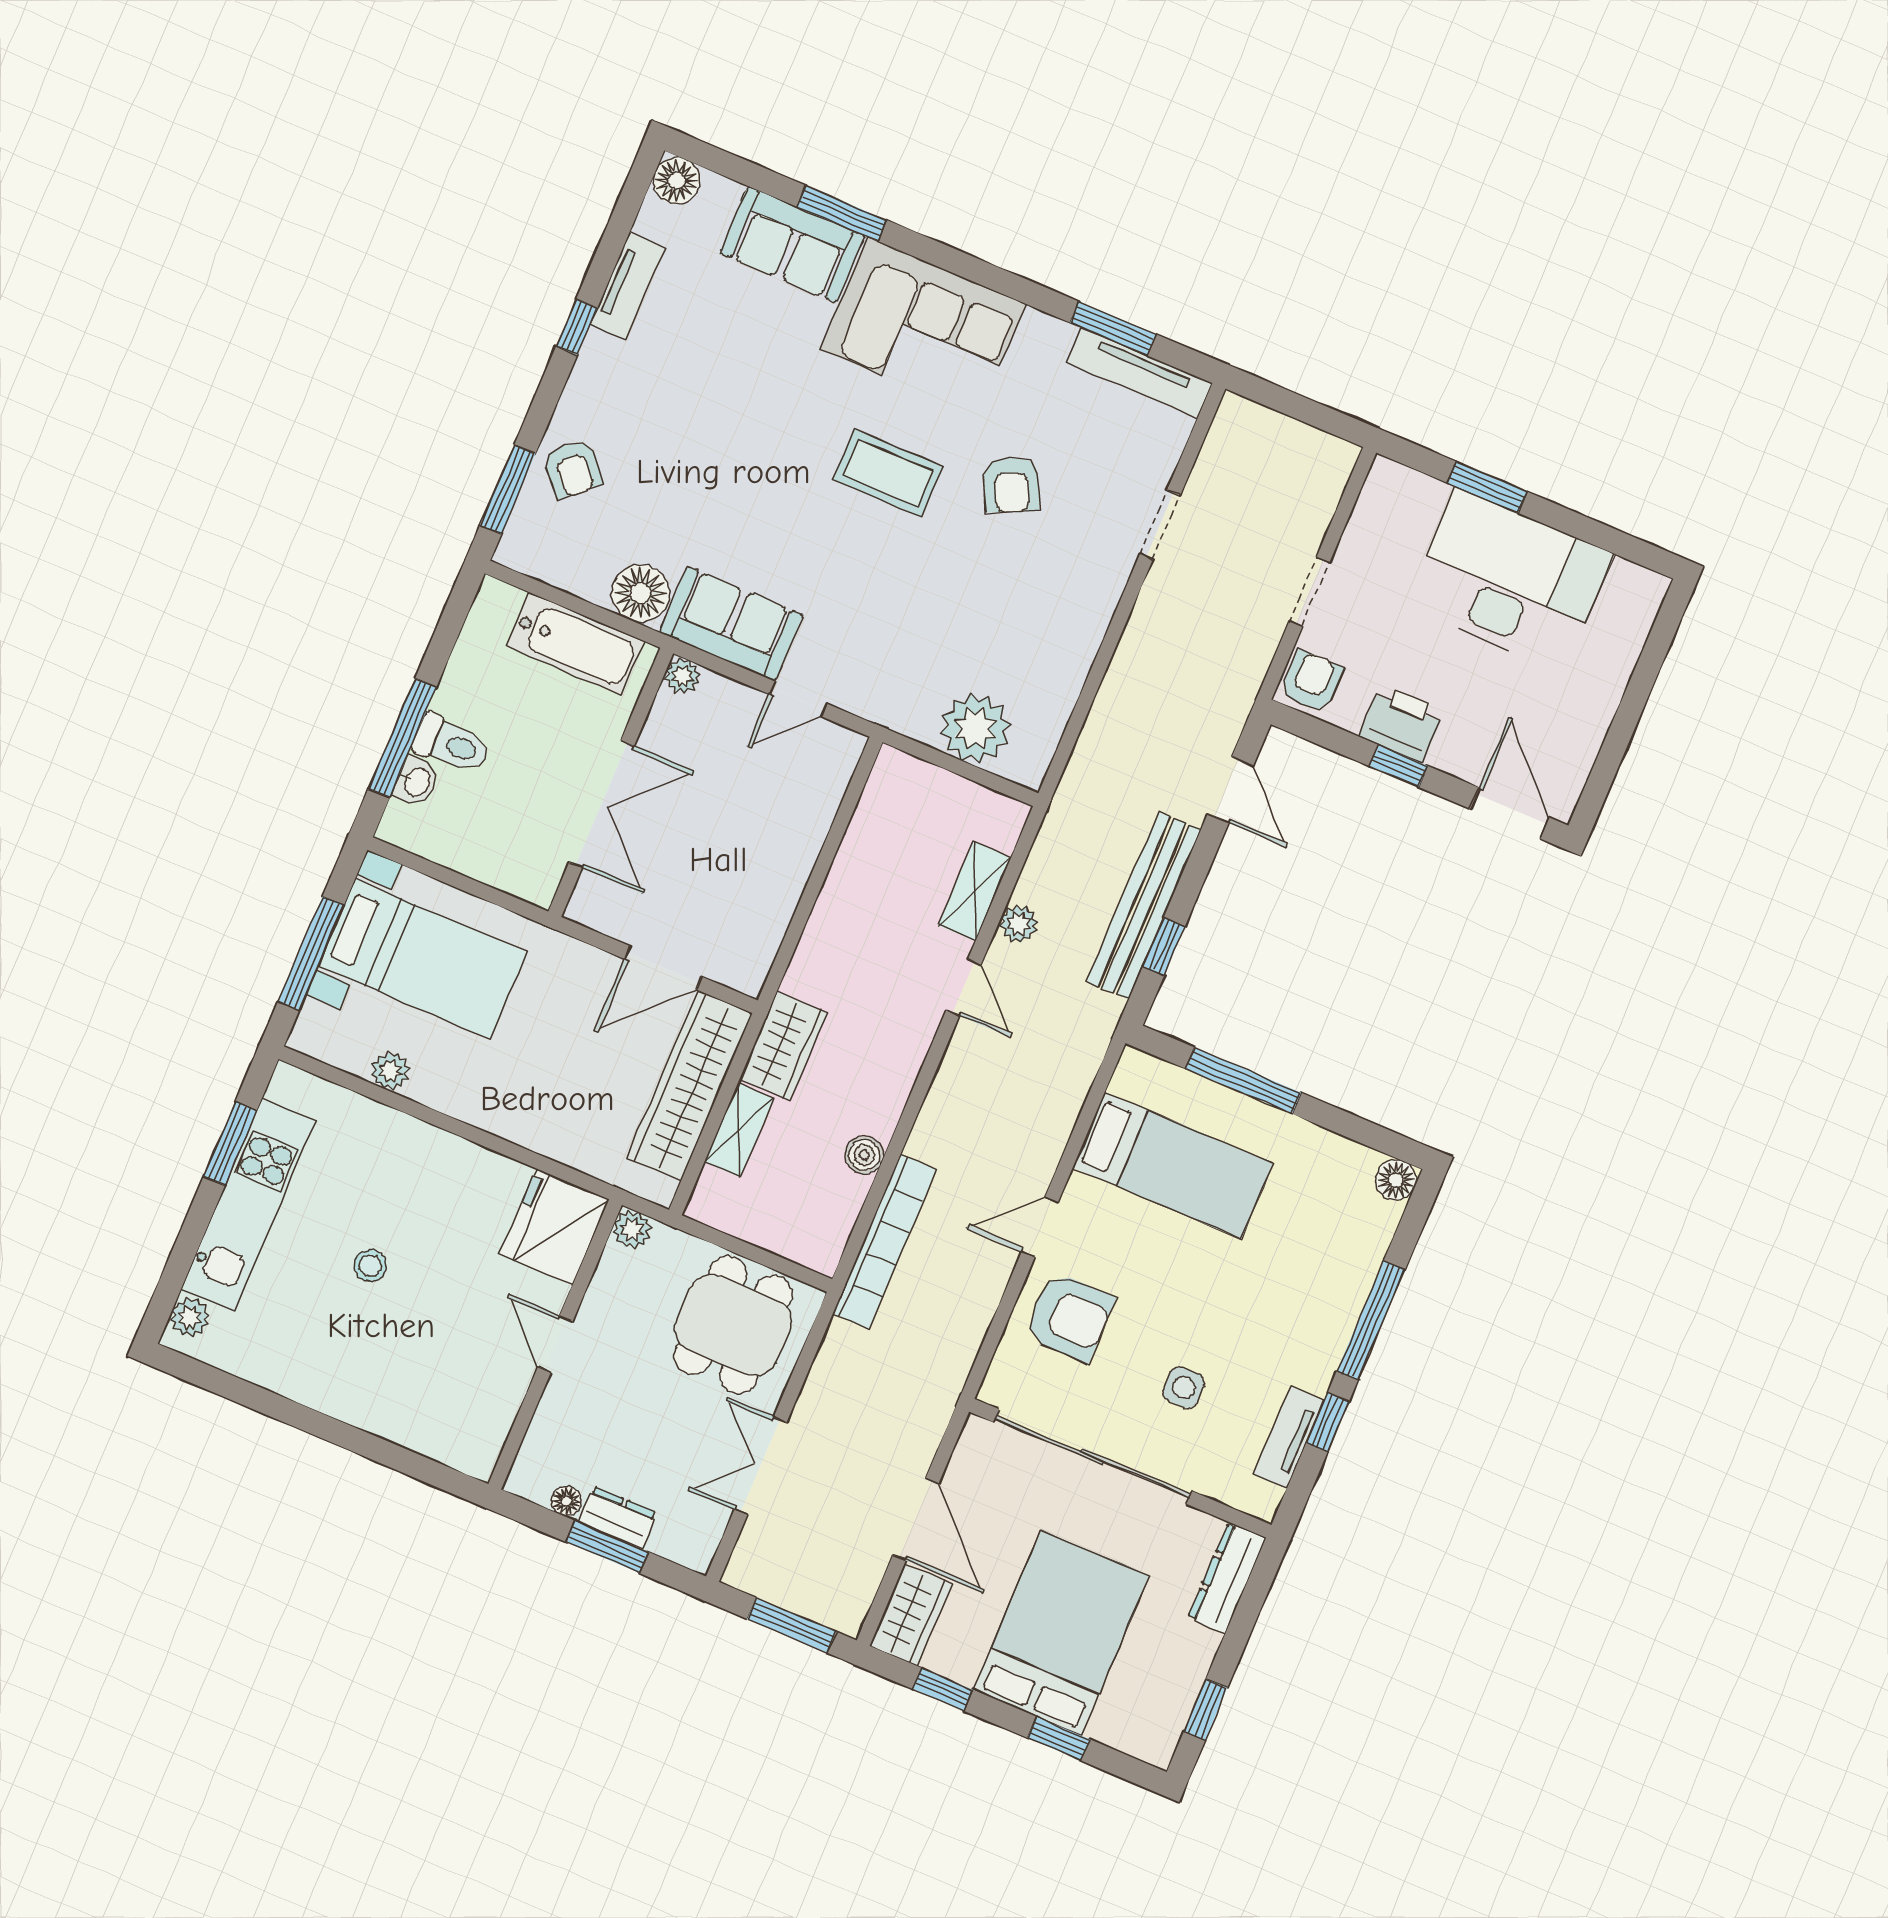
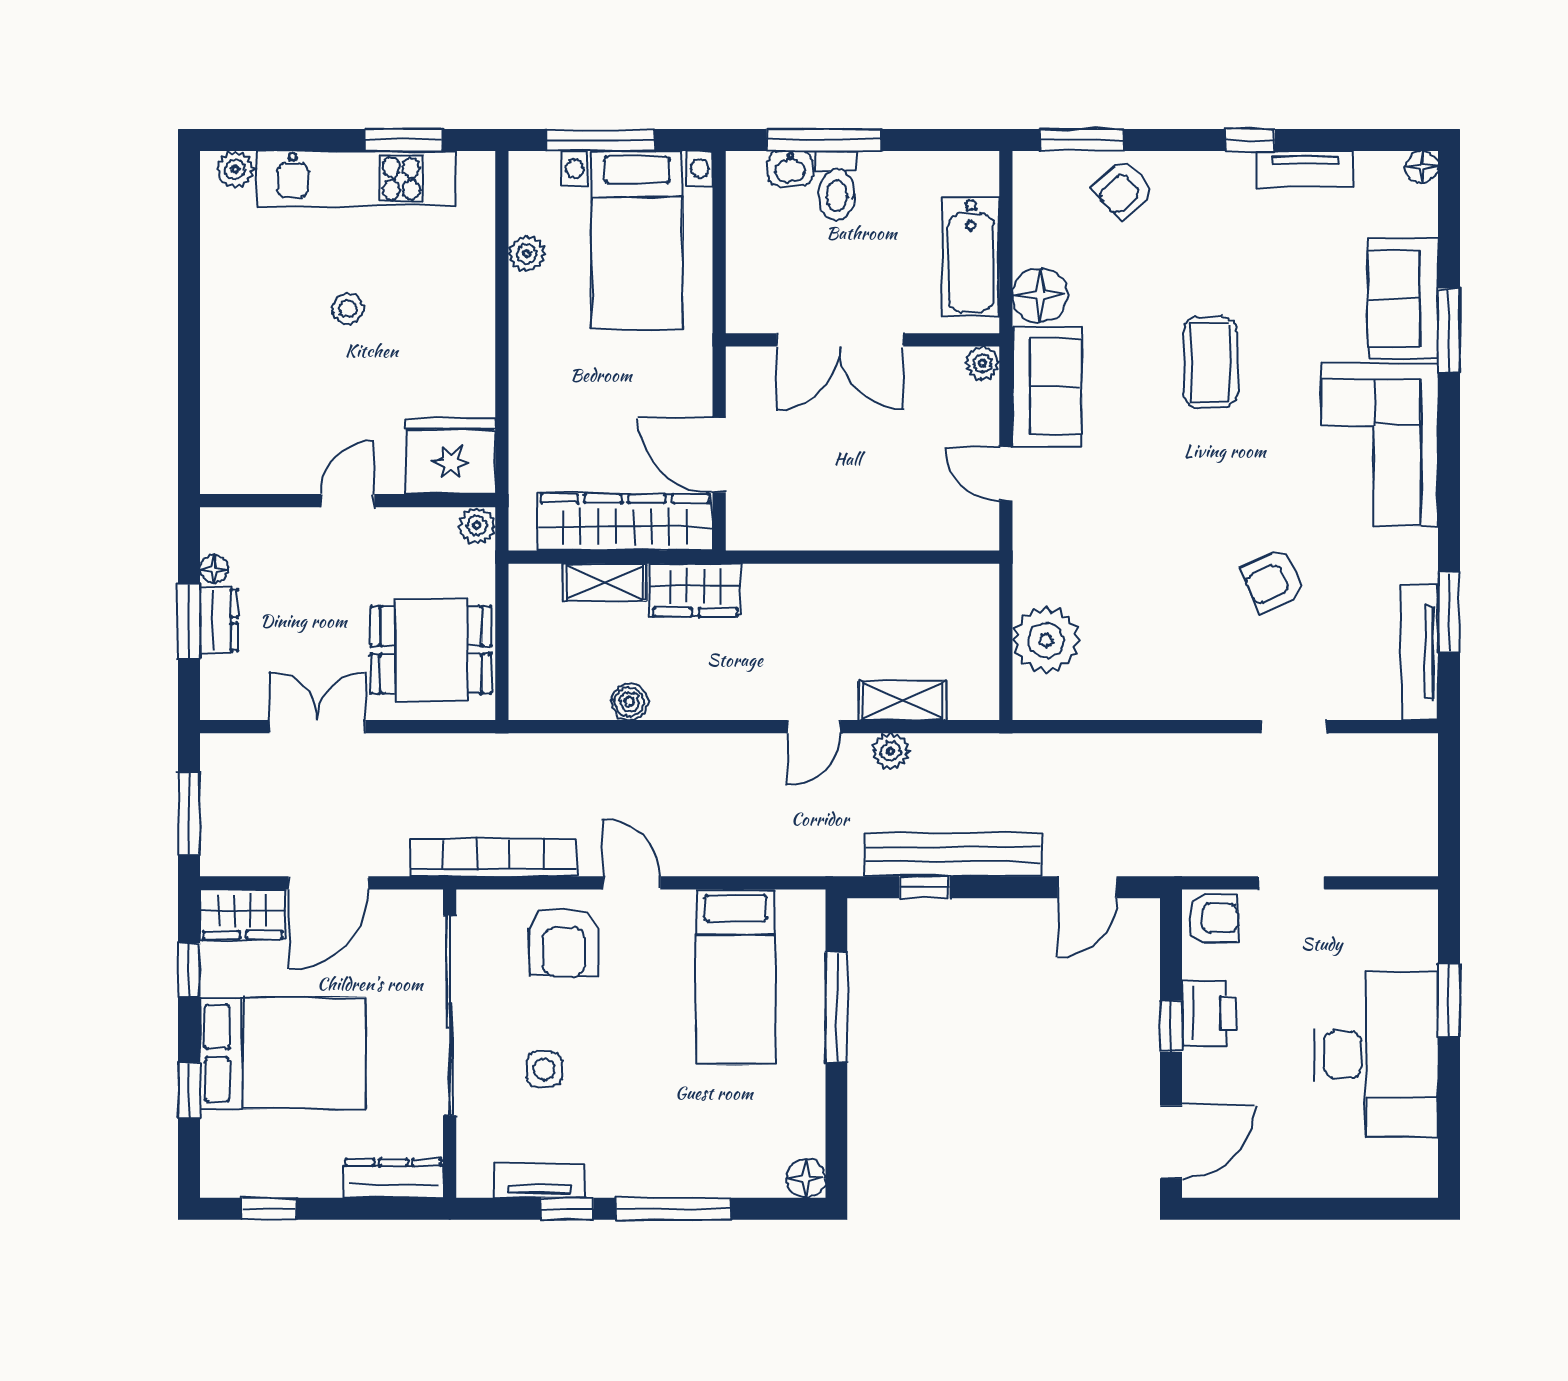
floor lamp: (676, 181) -> (1422, 167), width x0.73, depth x0.73
coffee table: (888, 473) -> (1210, 362), moved
bookcase: (885, 1242) -> (494, 858), moved, turned 180

